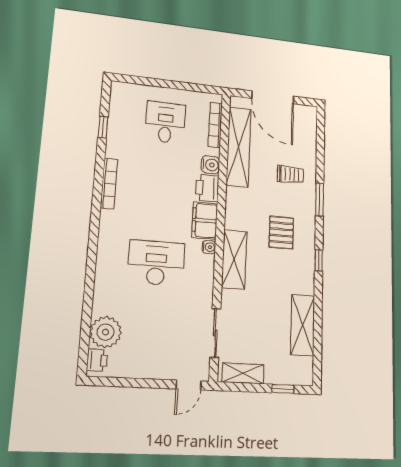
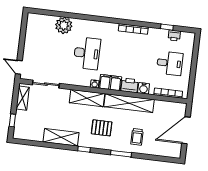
shelving: (239, 147) -> (129, 103), moved
shelving: (303, 325) -> (61, 137), moved
plant: (106, 332) -> (64, 25), moved
printer: (97, 360) -> (174, 35), moved

